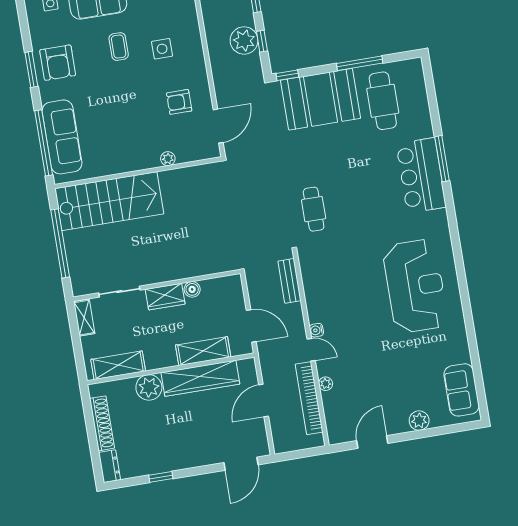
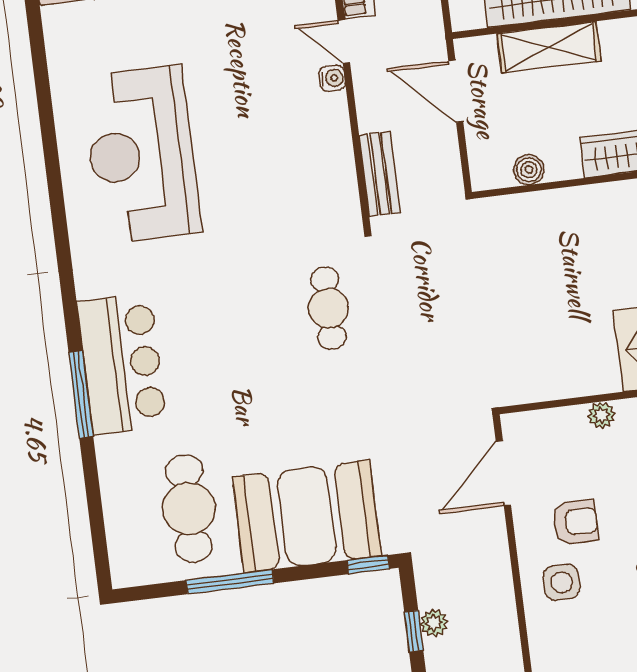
plant: (244, 40) -> (434, 623), width x0.53, depth x0.53
side table: (162, 49) -> (562, 582), moved
boiler: (192, 289) -> (529, 170), moved

